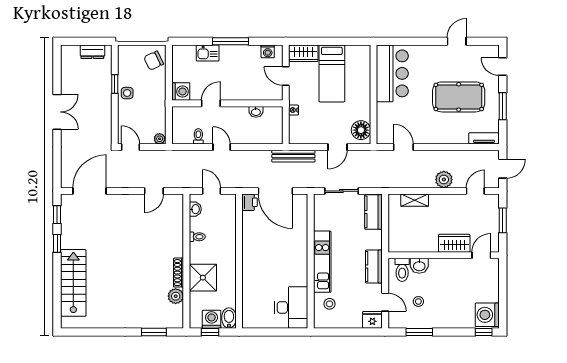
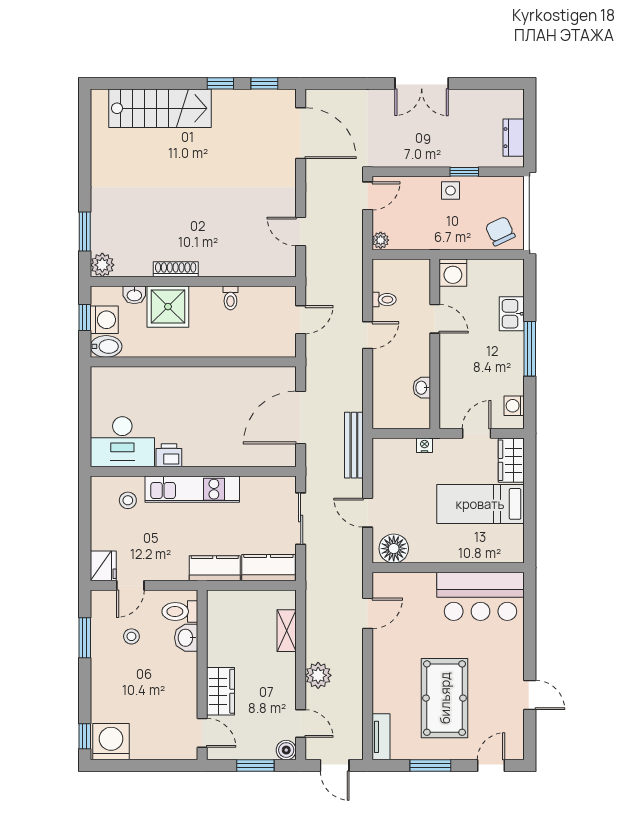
boiler: (493, 200) -> (286, 750), added
printer: (250, 202) -> (169, 455), moved, turned 180
washbasin: (195, 209) -> (134, 295), moved
kitchen counter: (374, 266) -> (215, 568), moved
plant: (176, 296) -> (102, 265), moved

